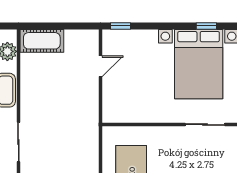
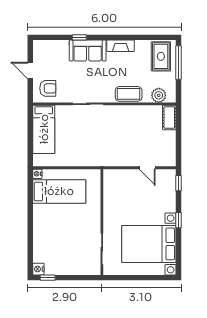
window: (206, 26) -> (179, 220), moved
cot: (42, 41) -> (169, 117), width x0.73, depth x0.75

